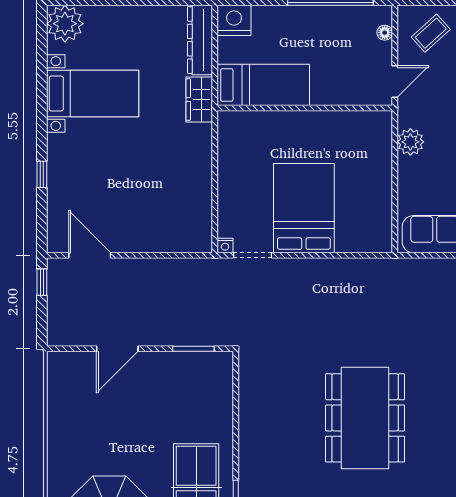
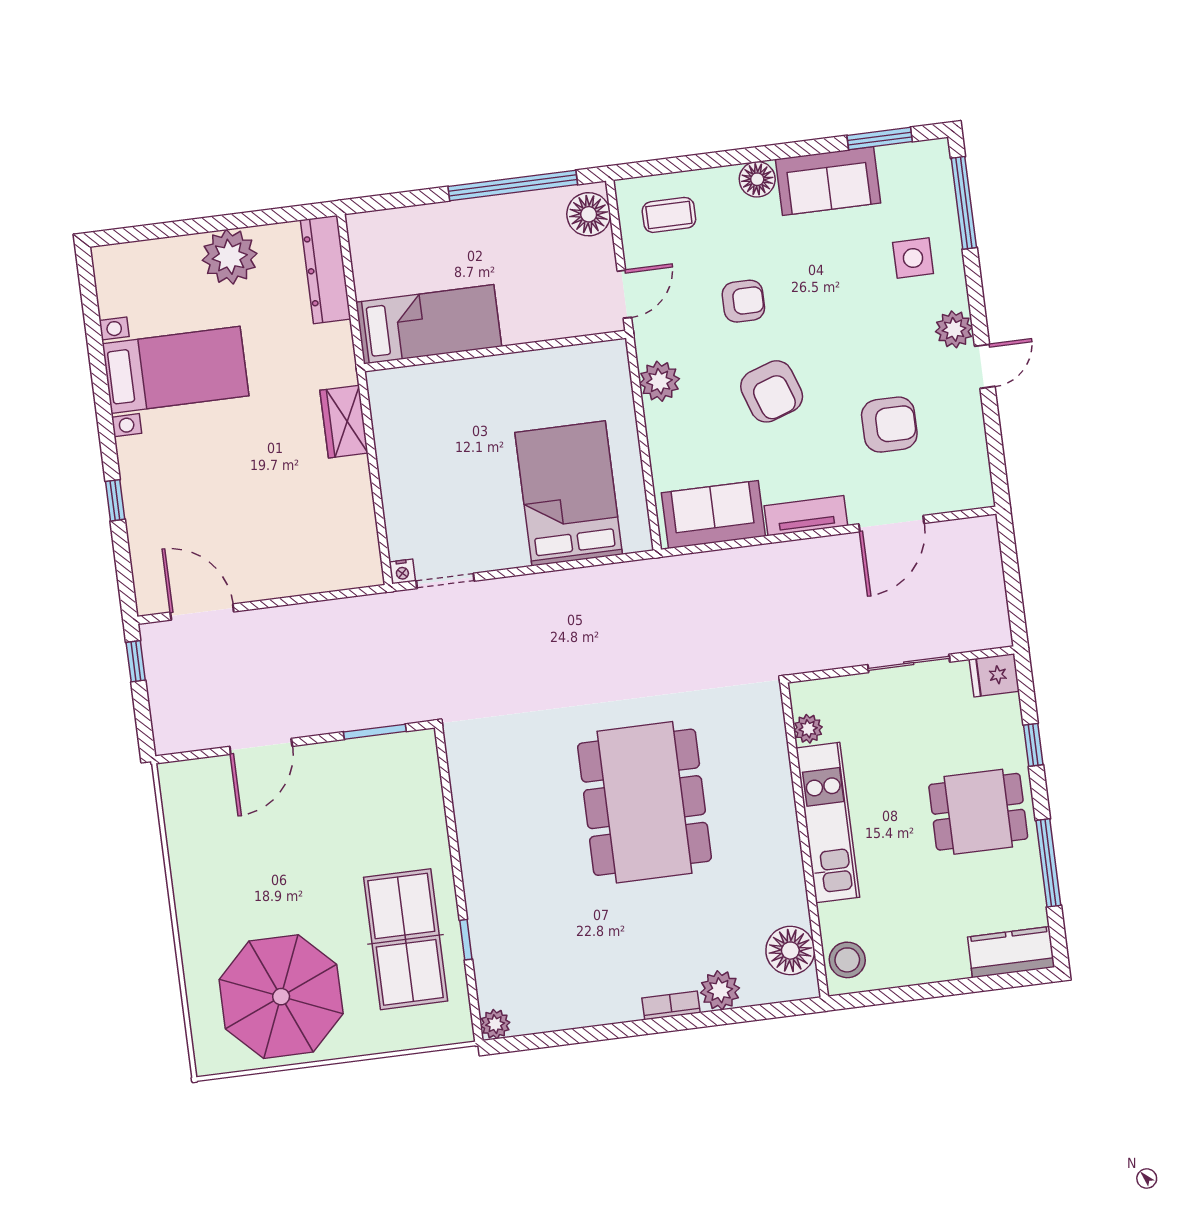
nightstand: (234, 20) -> (373, 234), removed
plant: (65, 24) -> (230, 257), moved
floor lamp: (385, 33) -> (589, 214), width x1.89, depth x1.89
coffee table: (431, 33) -> (669, 215), turned 42
wardrobe: (199, 99) -> (344, 422), moved
bed: (304, 208) -> (569, 493), moved

